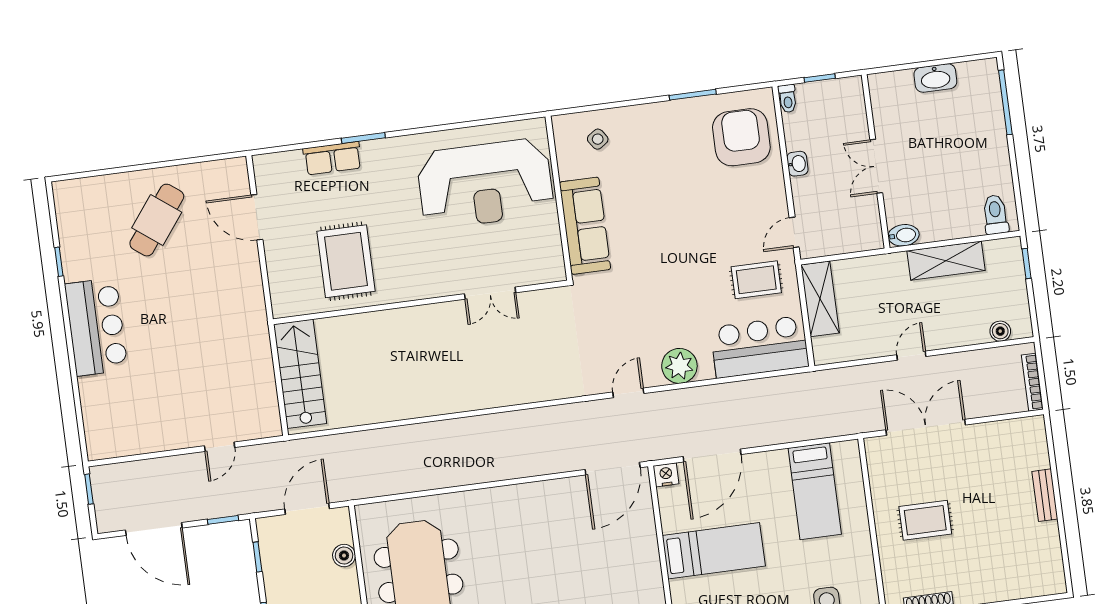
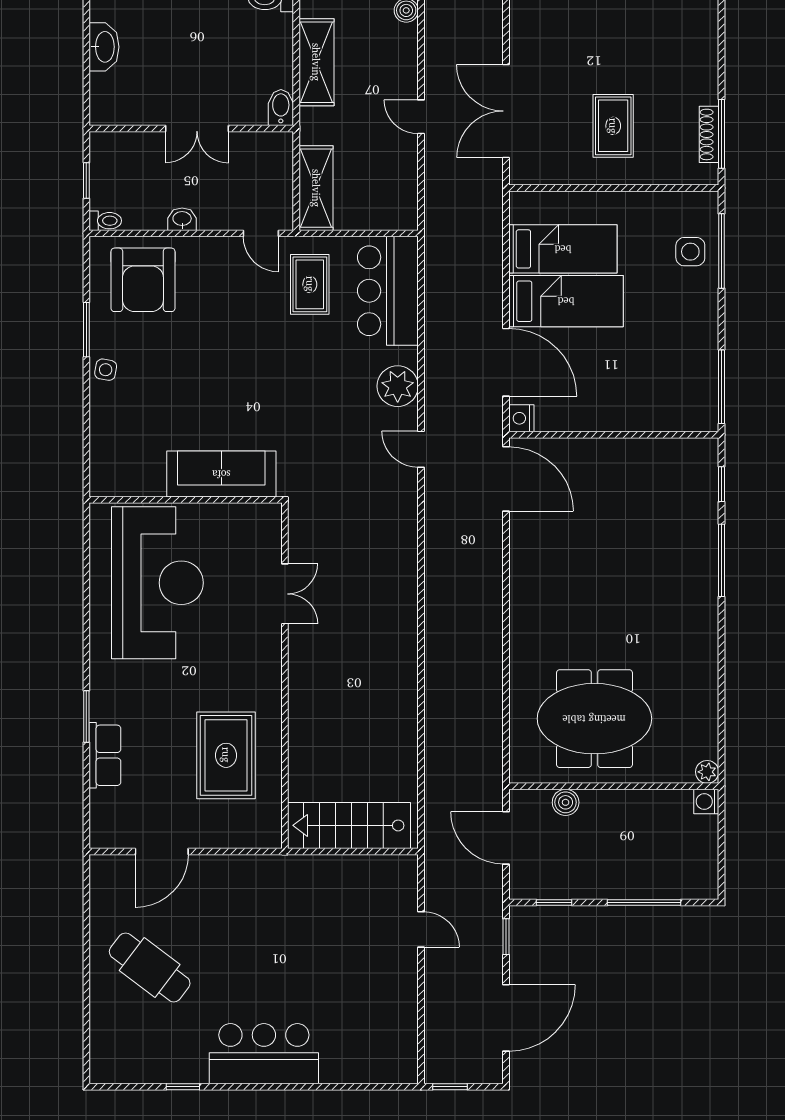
armchair: (741, 137) -> (143, 280), turned -90
side table: (598, 139) -> (106, 370), moved, turned 45
rug: (346, 261) -> (226, 755), turned 90
shelving: (820, 299) -> (316, 188), moved, turned 90
bed: (714, 551) -> (566, 301), moved, turned 90

